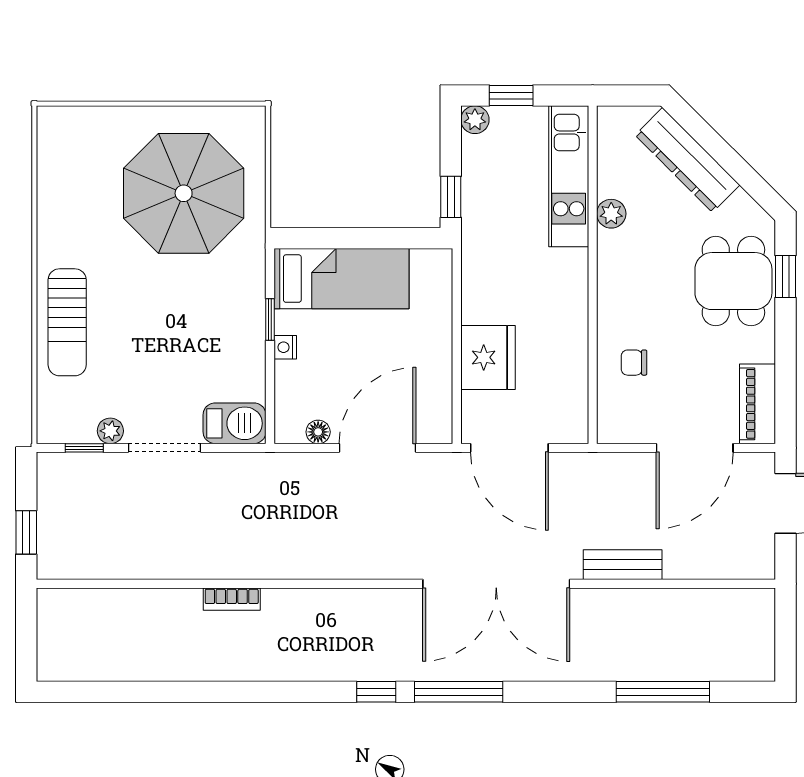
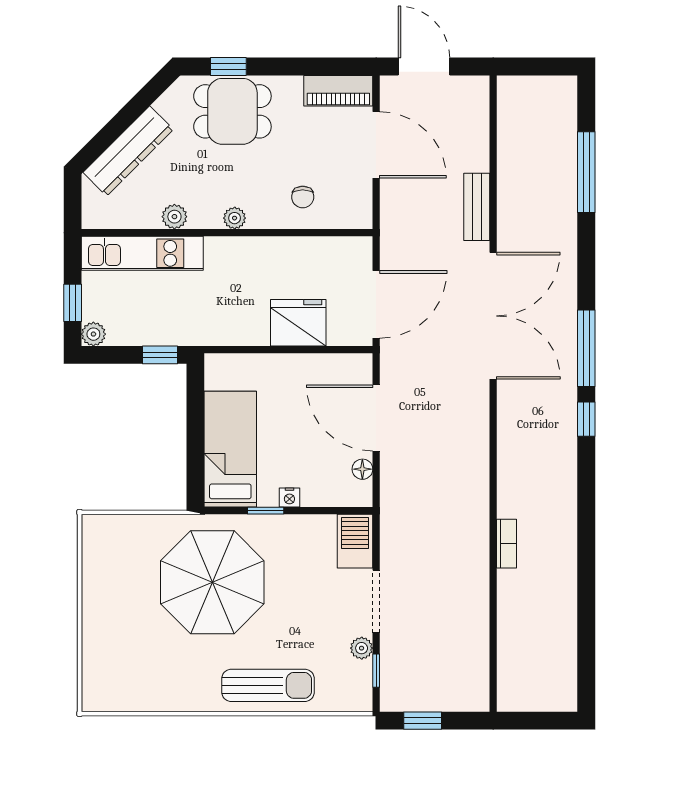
parasol: (184, 193) -> (212, 582), moved
plant: (610, 283) -> (235, 218), added
window: (26, 532) -> (423, 721), moved

